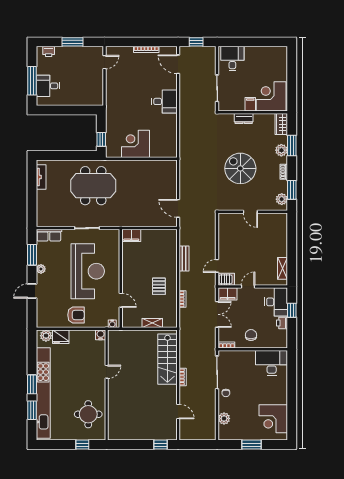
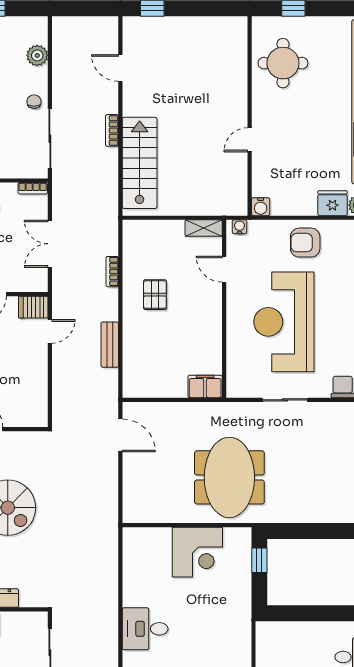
meeting table: (93, 186) -> (229, 477), moved, turned 90
filing cabinet: (228, 294) -> (31, 281), removed
shelving: (152, 323) -> (204, 228), moved

